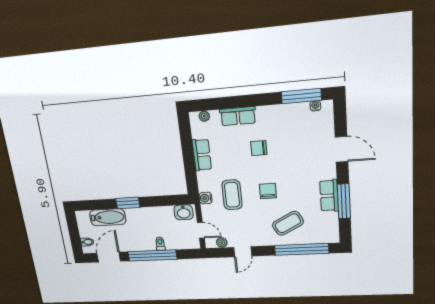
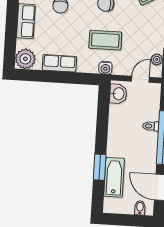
plant: (204, 116) -> (25, 59), width x1.88, depth x1.88
window: (128, 203) -> (100, 167), moved

